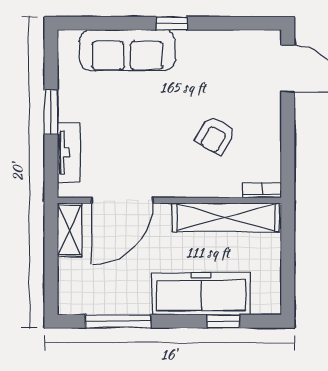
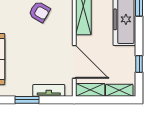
shelving: (69, 284) -> (119, 90), added
window: (118, 321) -> (139, 64), width x0.46

